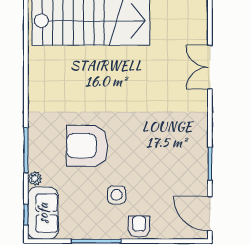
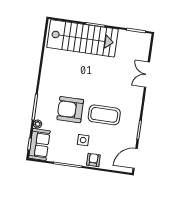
coffee table: (147, 147) -> (104, 115), added
door: (210, 214) -> (135, 158), hinge flipped

